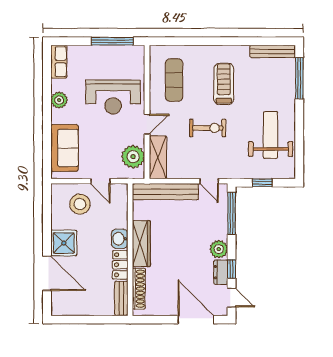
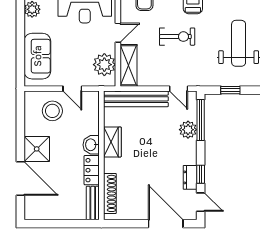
wardrobe: (141, 244) -> (112, 142), width x0.67
plant: (219, 249) -> (188, 130), moved

